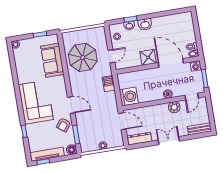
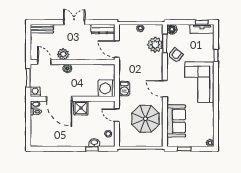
washbasin: (145, 24) -> (78, 141), removed
door: (111, 56) -> (117, 115), hinge flipped
washing machine: (129, 97) -> (107, 88), moved
door: (192, 97) -> (44, 62), hinge flipped
door: (71, 105) -> (165, 89), moved
plant: (85, 132) -> (155, 45), added
double door: (169, 141) -> (74, 22), swing flipped
tv unit: (47, 154) -> (202, 29), width x0.71

